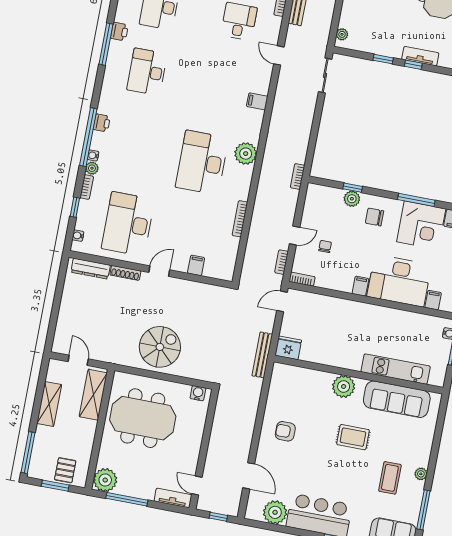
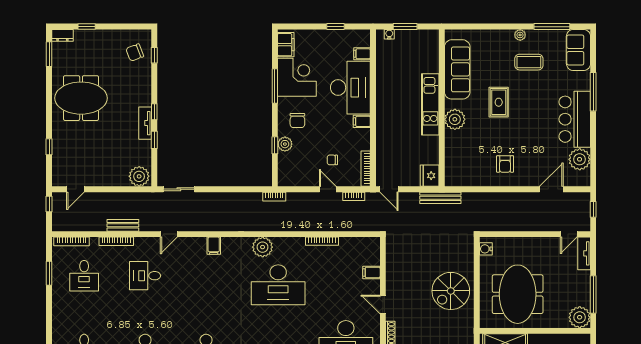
plant: (342, 34) -> (139, 176), width x1.88, depth x1.88
tv unit: (420, 56) -> (145, 123), moved
bookcase: (302, 279) -> (366, 169), width x1.56
spiral stairs: (160, 347) -> (451, 291), turned -90
kitchen unit: (396, 369) -> (430, 104), moved

